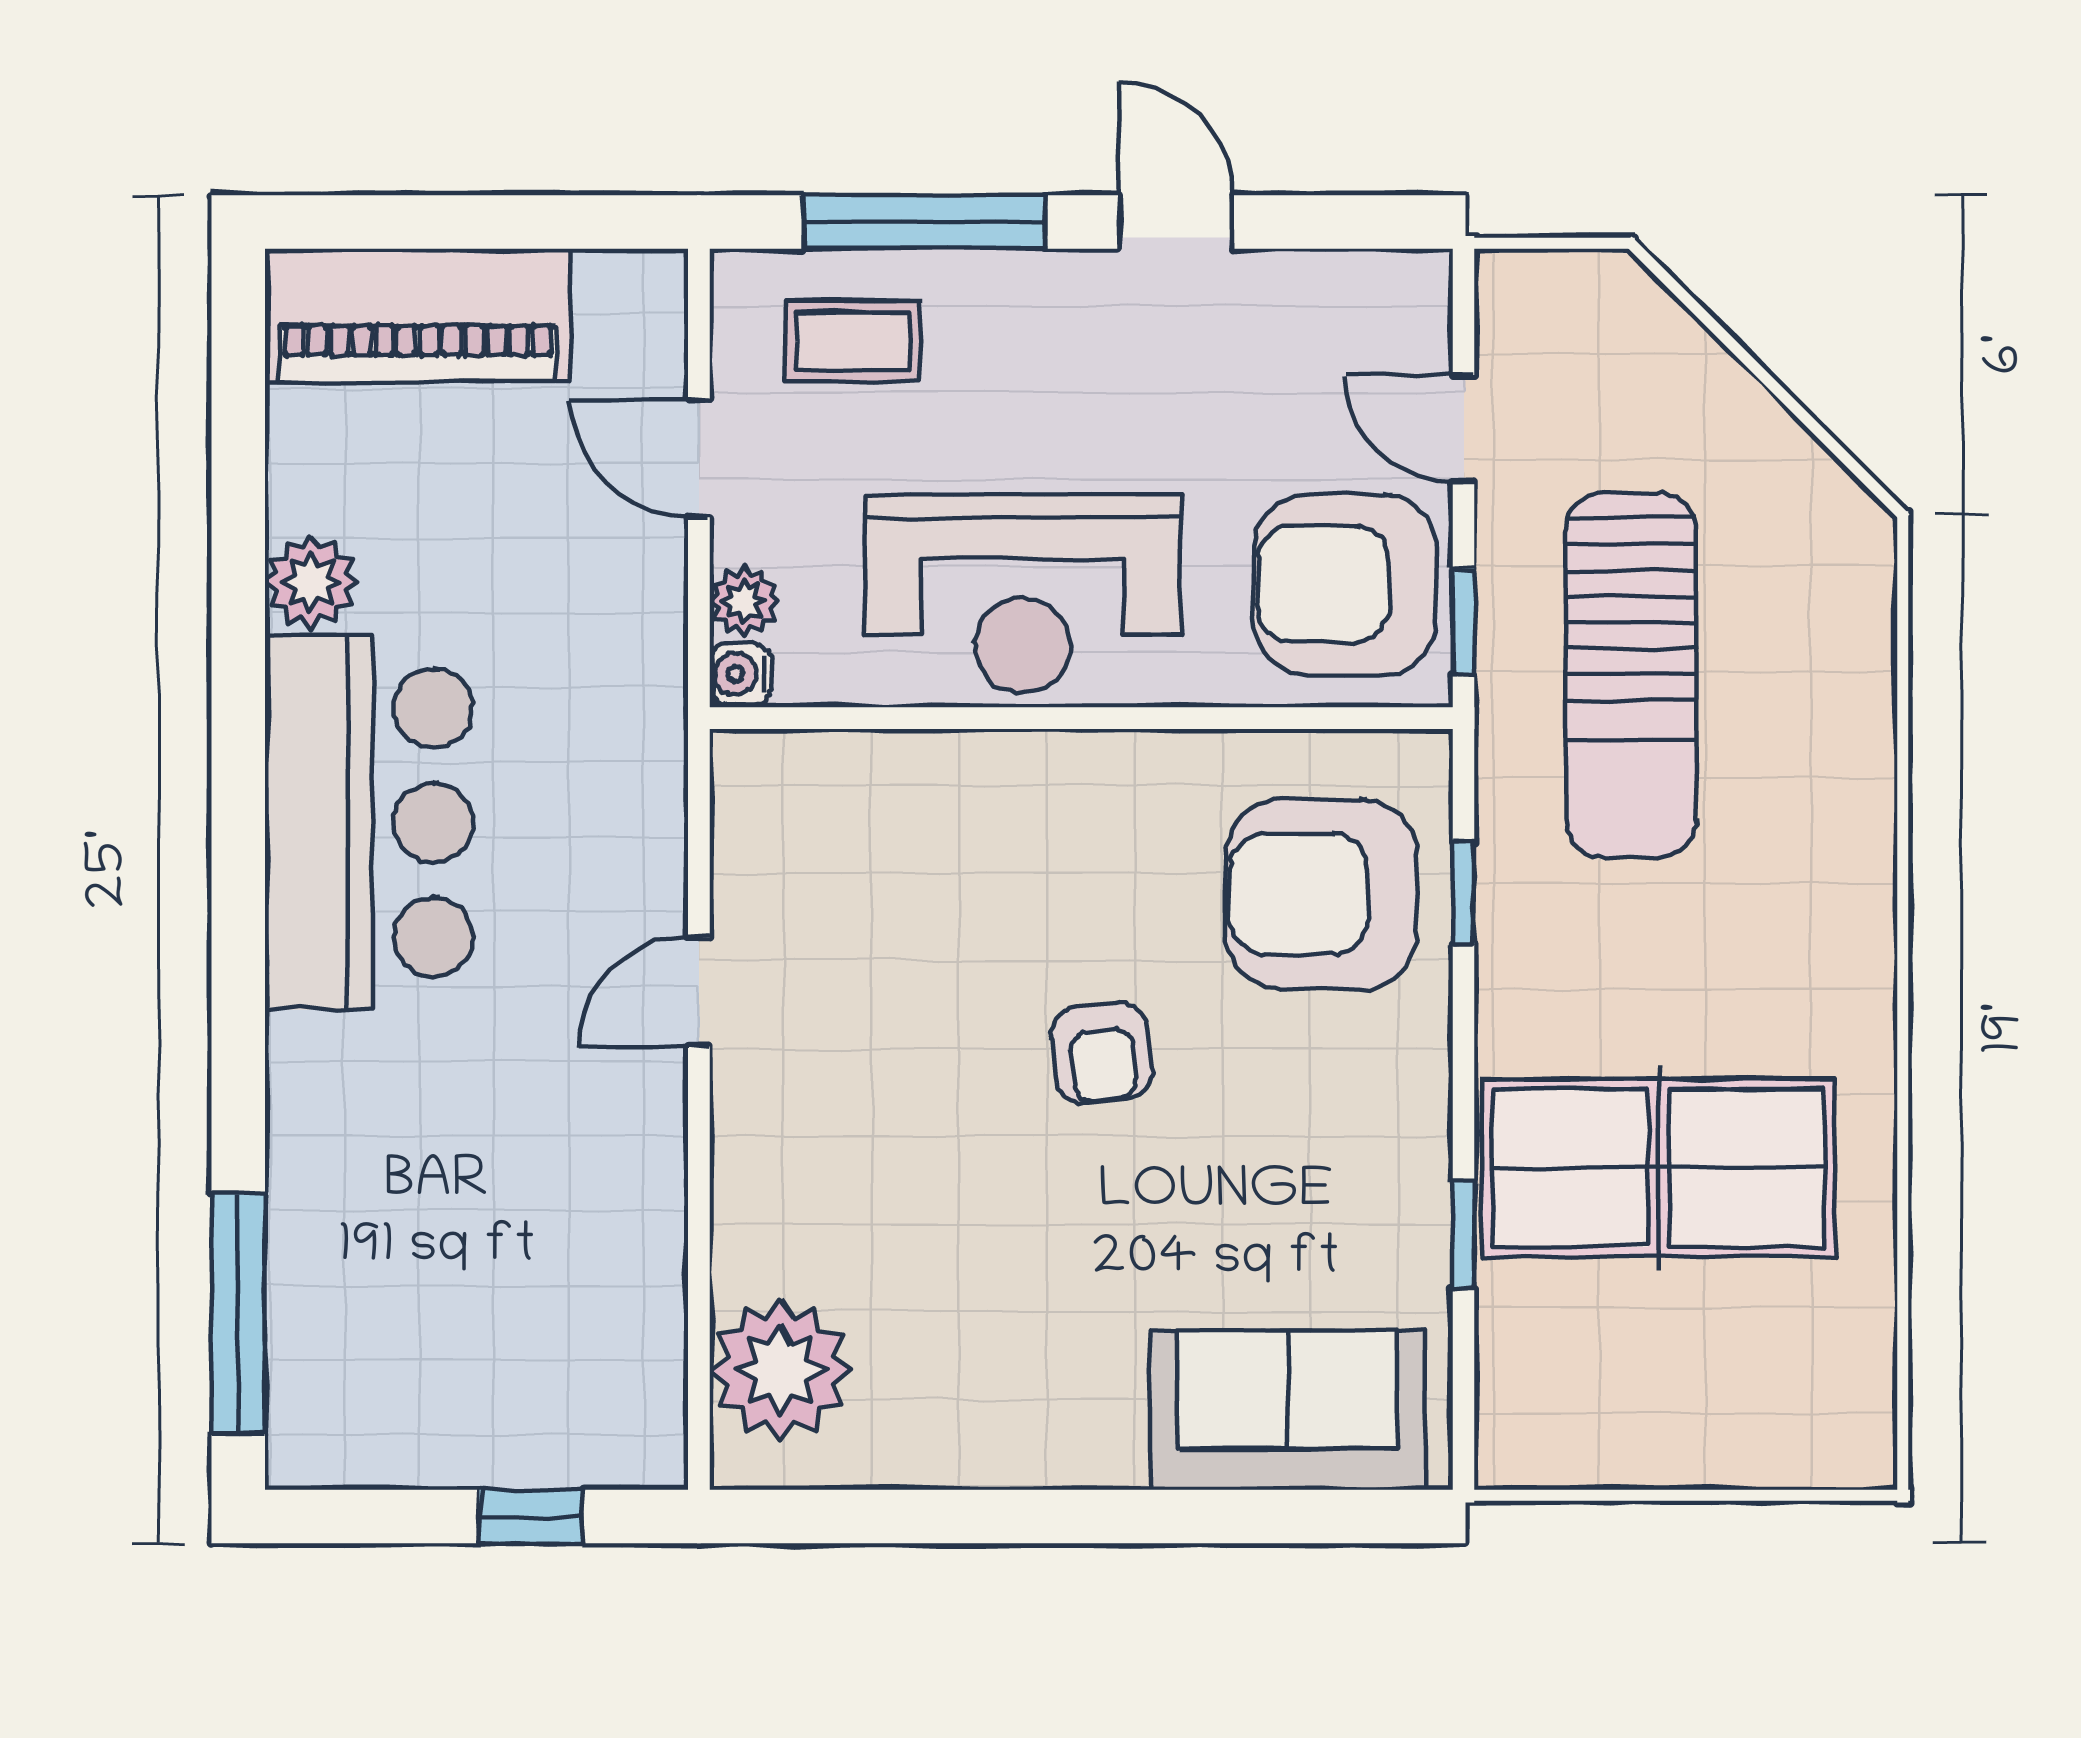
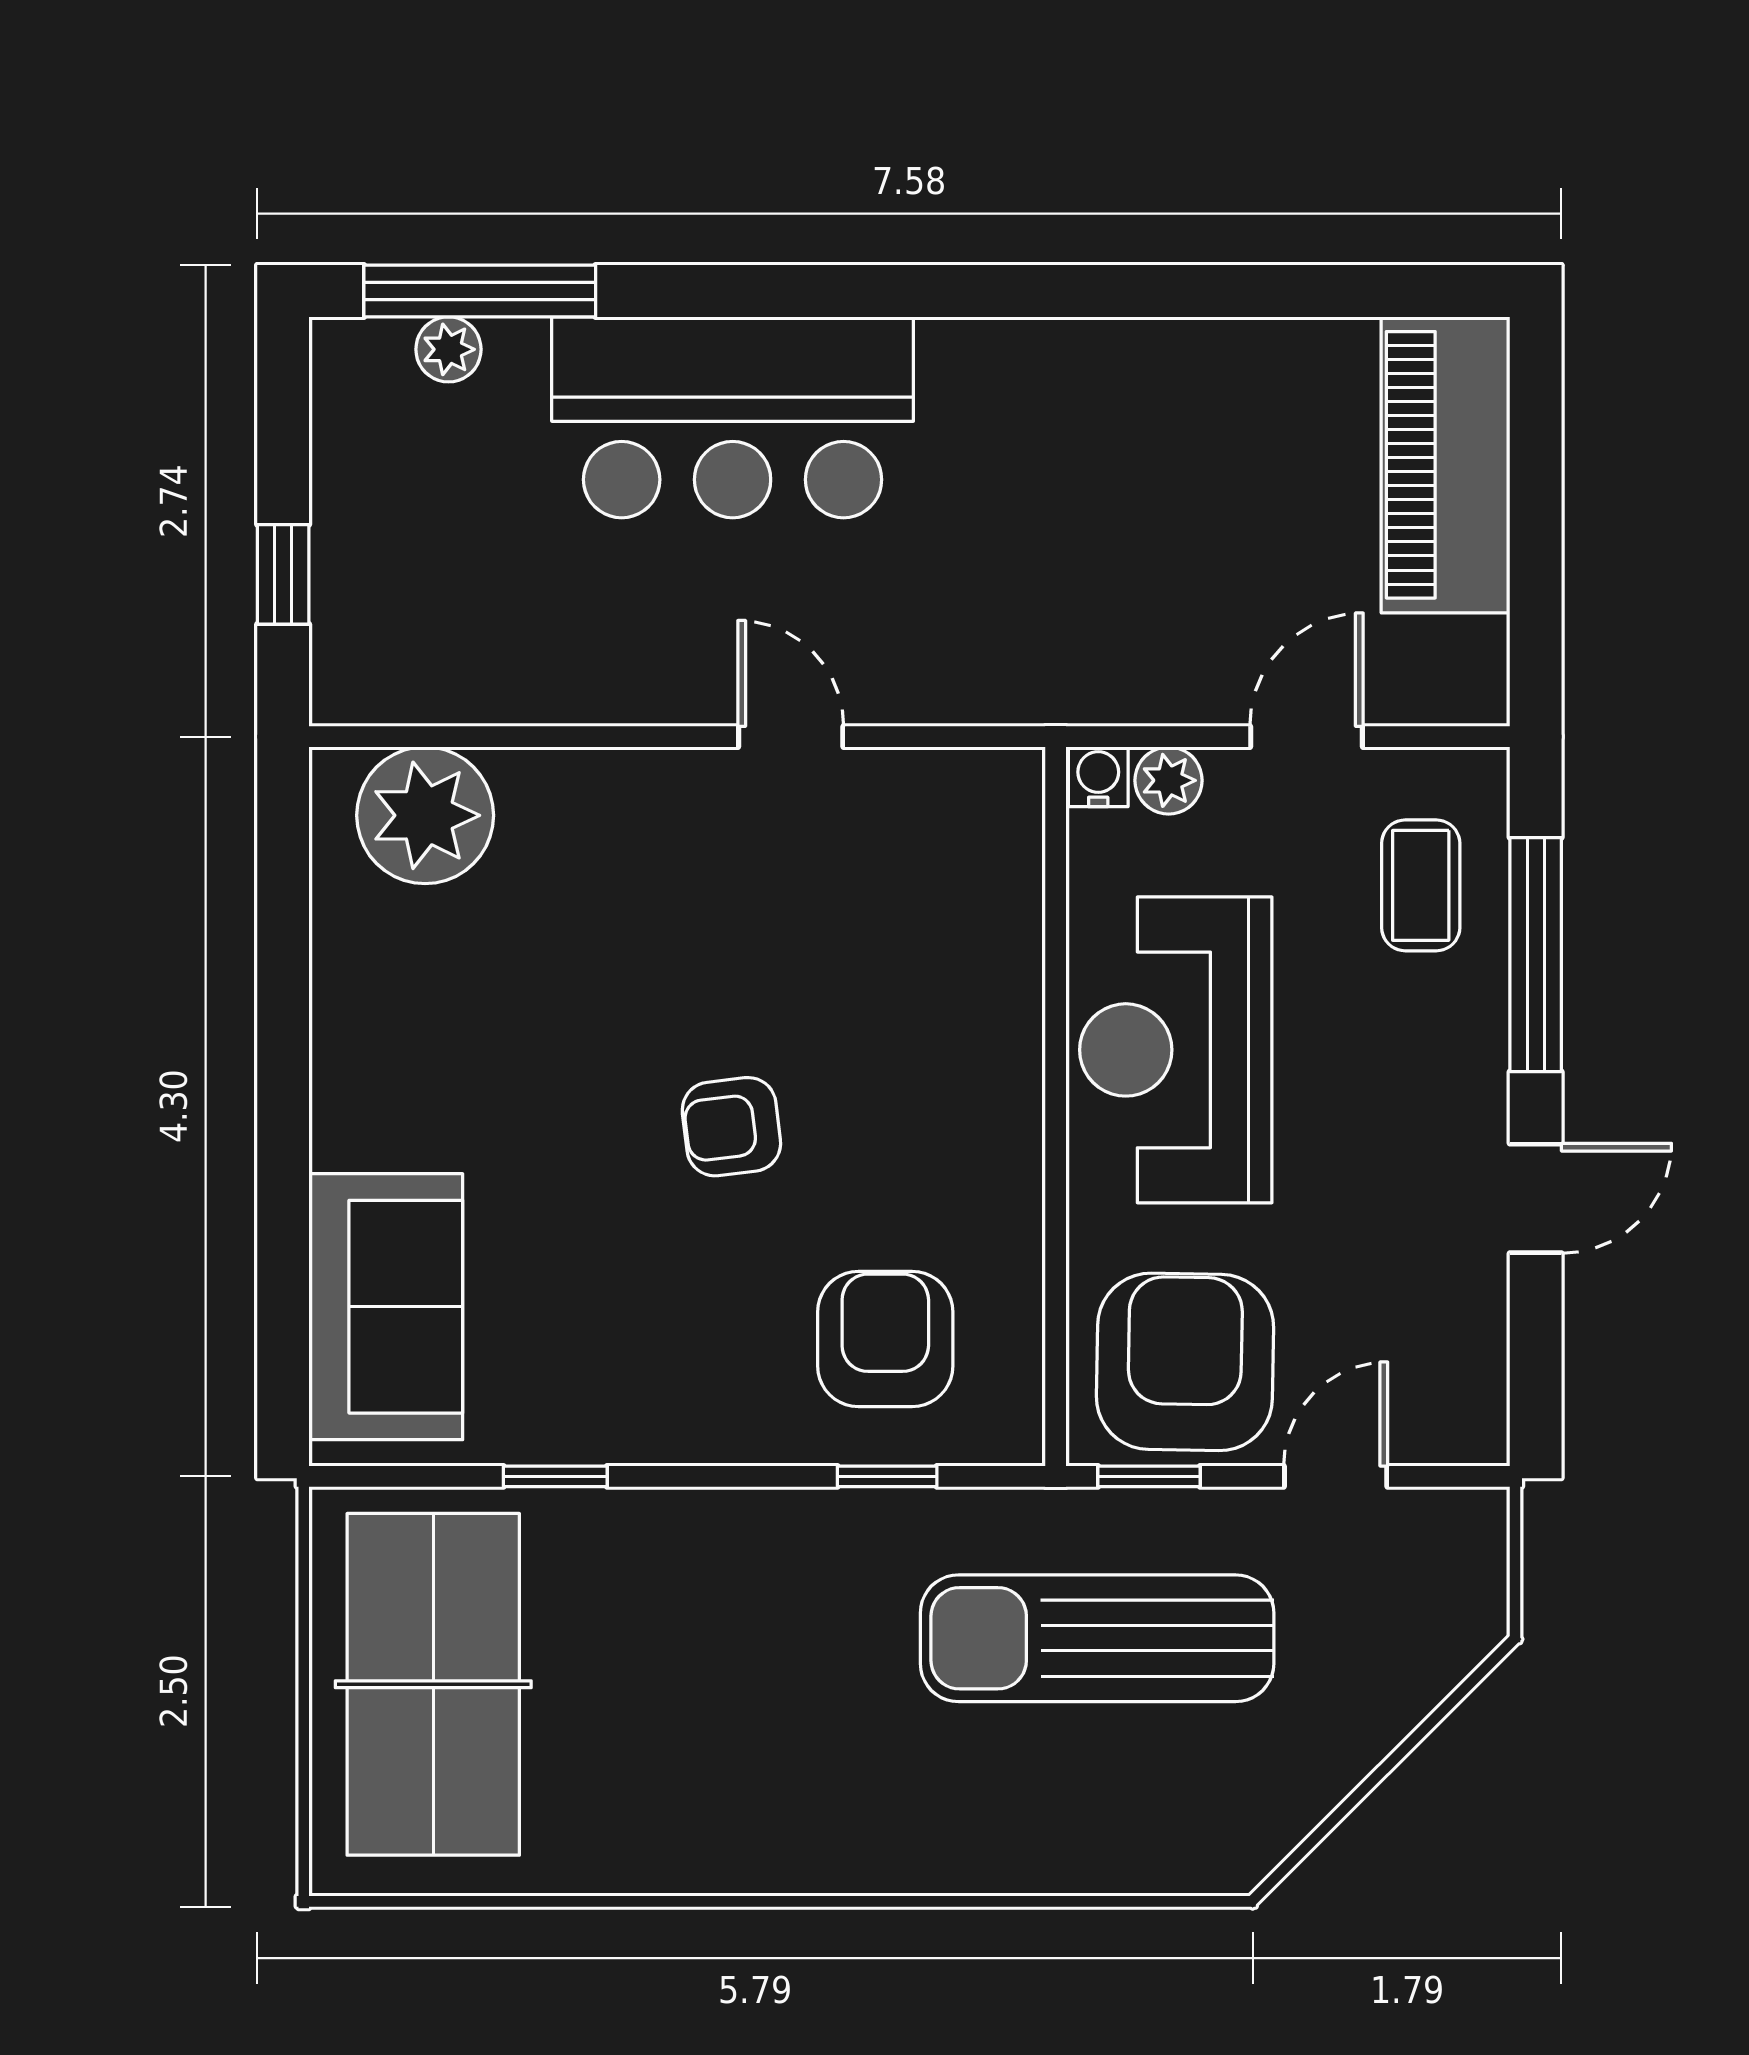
plant: (311, 582) -> (448, 349), moved, width x0.73, depth x0.73
bar counter: (369, 823) -> (733, 417), moved
armchair: (1321, 894) -> (885, 1339), width x0.73, depth x0.73
table tennis table: (1659, 1168) -> (433, 1684), moved

